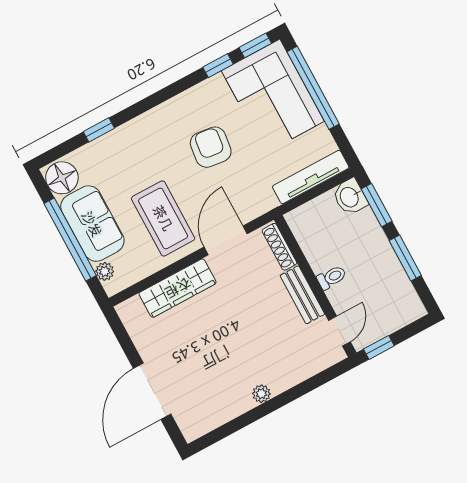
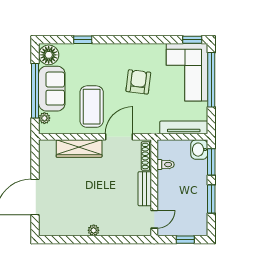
window: (218, 66) -> (166, 40), removed
toilet: (332, 277) -> (166, 165), moved
window: (379, 347) -> (185, 240), moved

